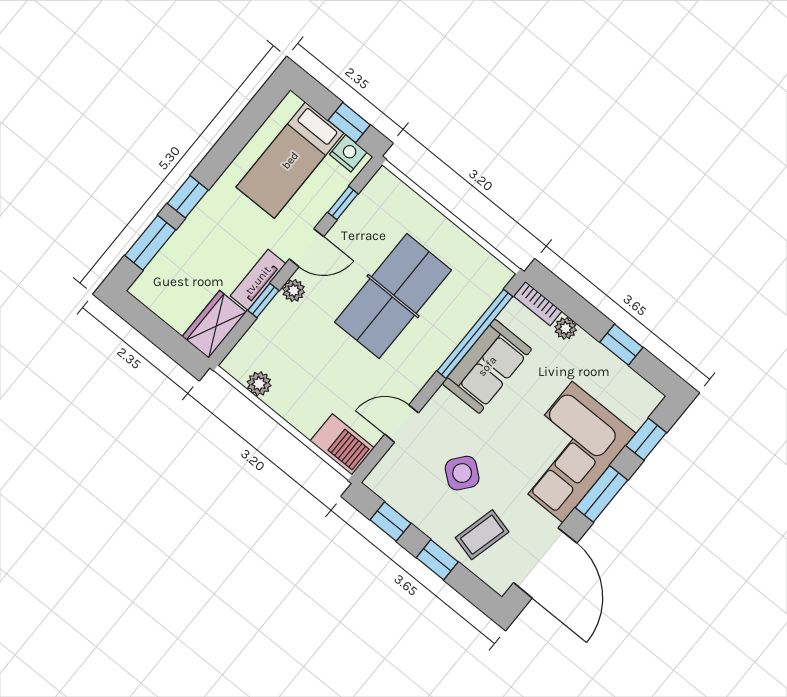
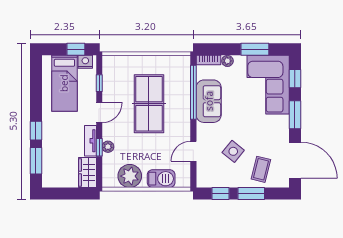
plant: (294, 290) -> (108, 147), moved
window: (621, 345) -> (255, 49), width x1.50
plant: (259, 384) -> (130, 176), width x1.88, depth x1.88
barbecue: (342, 444) -> (161, 179), moved
corner sofa: (567, 452) -> (268, 85), moved
window: (437, 560) -> (251, 194), width x1.50

